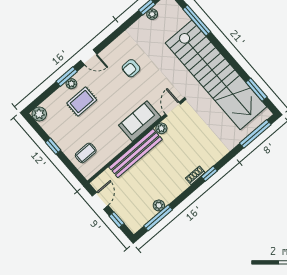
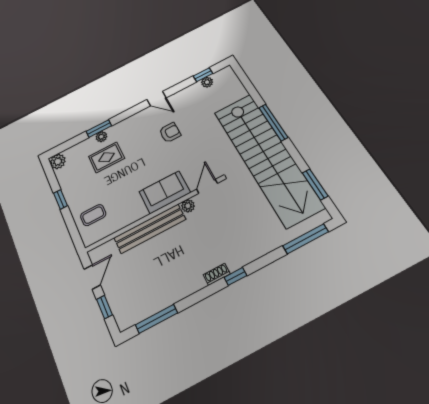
window: (197, 20) -> (273, 122), moved
door: (89, 57) -> (157, 99), moved
armchair: (131, 68) -> (170, 133), turned 180
plant: (159, 205) -> (161, 302), removed

